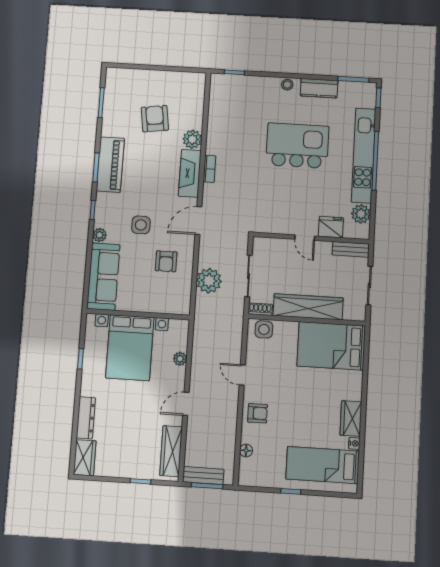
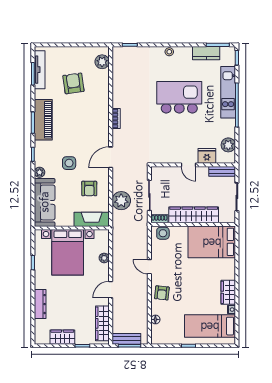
kitchen counter: (319, 88) -> (206, 53), moved
tv unit: (111, 98) -> (40, 70), added
plant: (192, 139) -> (102, 62), moved
kitchen unit: (364, 155) -> (228, 92), width x0.73
fireplace: (190, 173) -> (92, 219), moved, turned 90
armchair: (258, 413) -> (162, 293), turned 96
wardrobe: (85, 458) -> (62, 337), moved, turned -90

